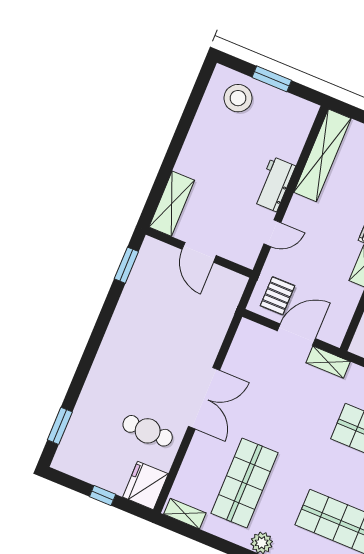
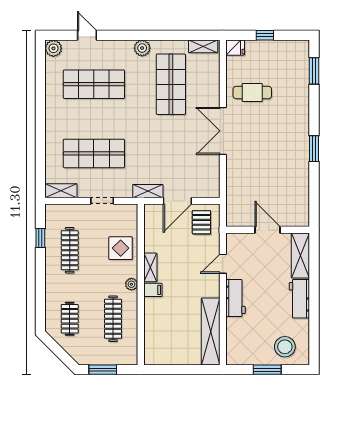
workbench: (195, 150) -> (299, 299), added
window: (126, 265) -> (314, 149), moved
fridge: (145, 485) -> (235, 48), width x0.53, depth x0.75

